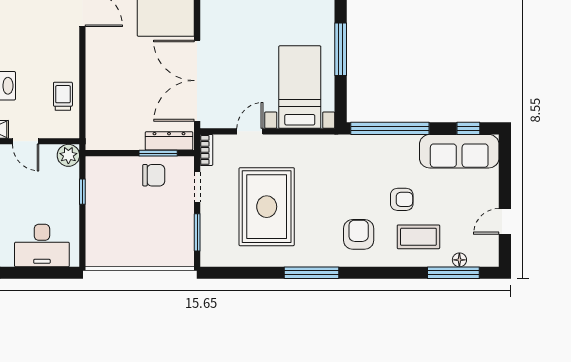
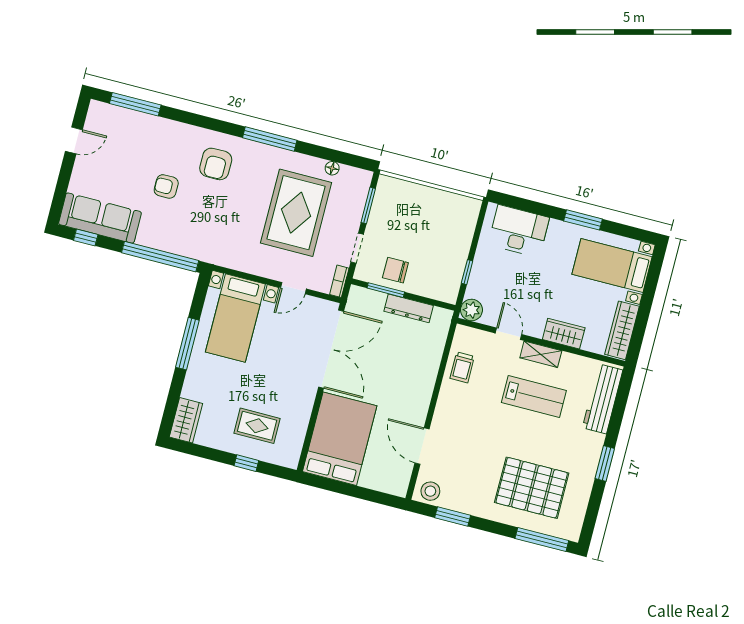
dresser: (169, 141) -> (409, 308), moved
coffee table: (418, 237) -> (160, 147), removed
floor lamp: (459, 260) -> (332, 168), moved

